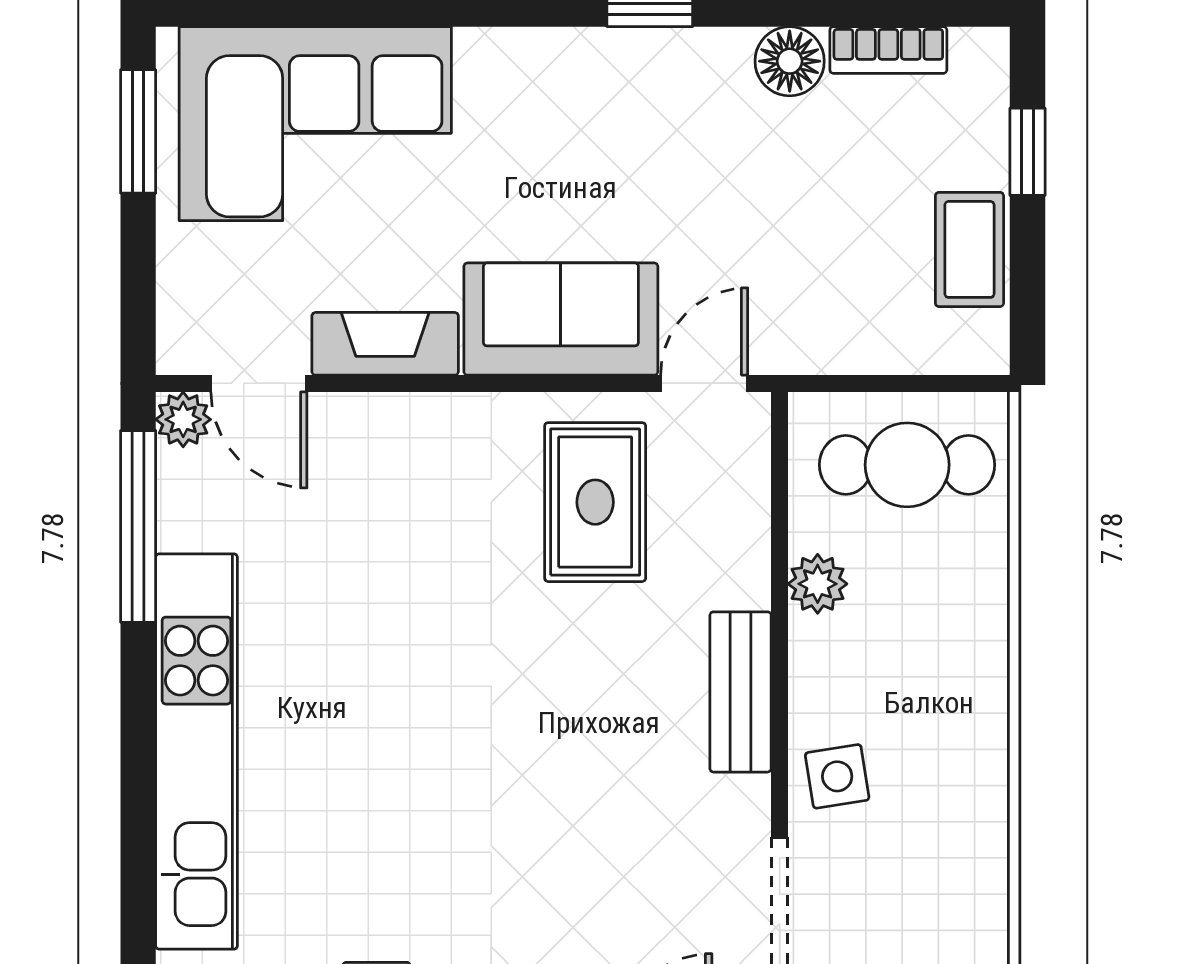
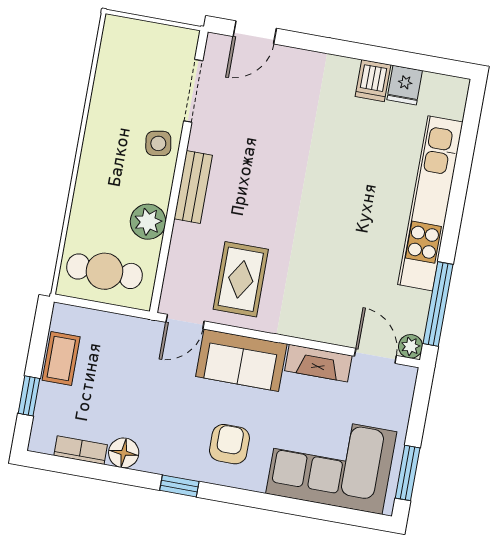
armchair: (554, 124) -> (229, 444), added
plant: (818, 584) -> (148, 222), width x1.38, depth x1.38

